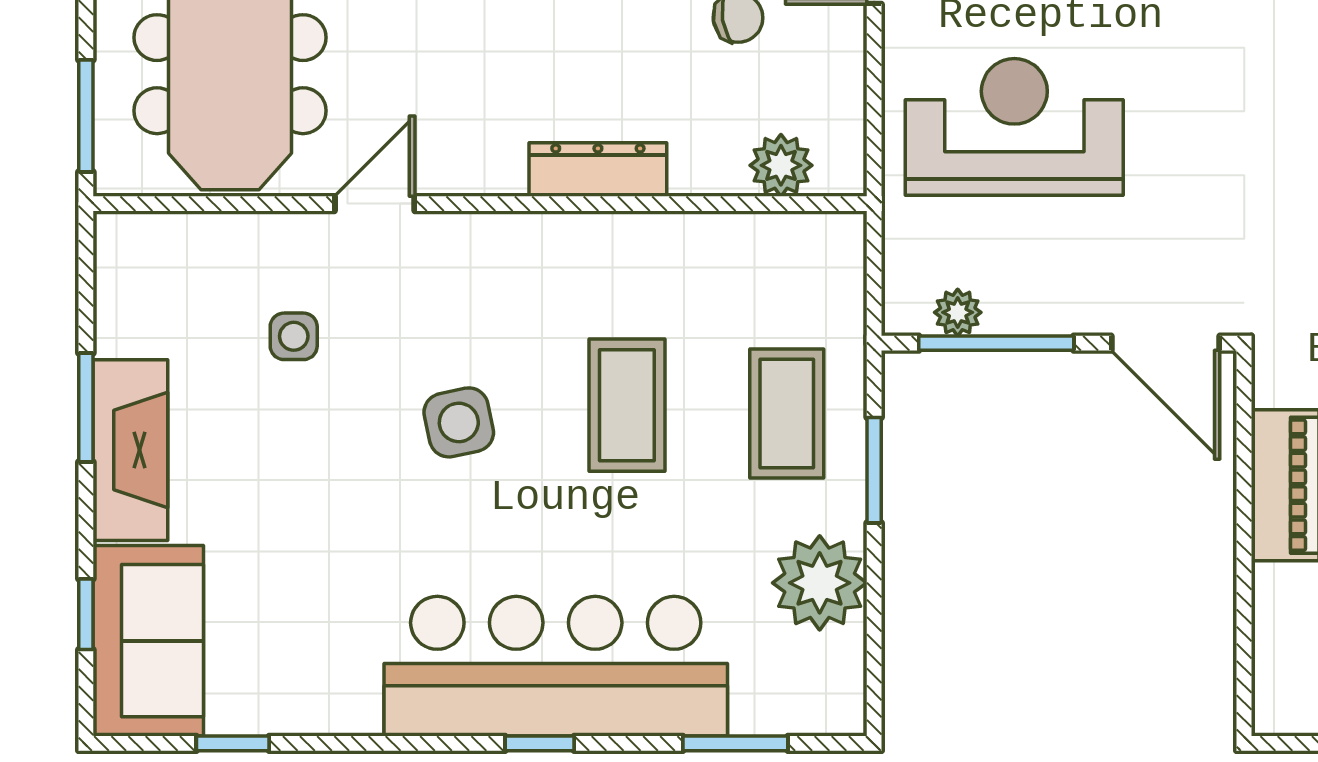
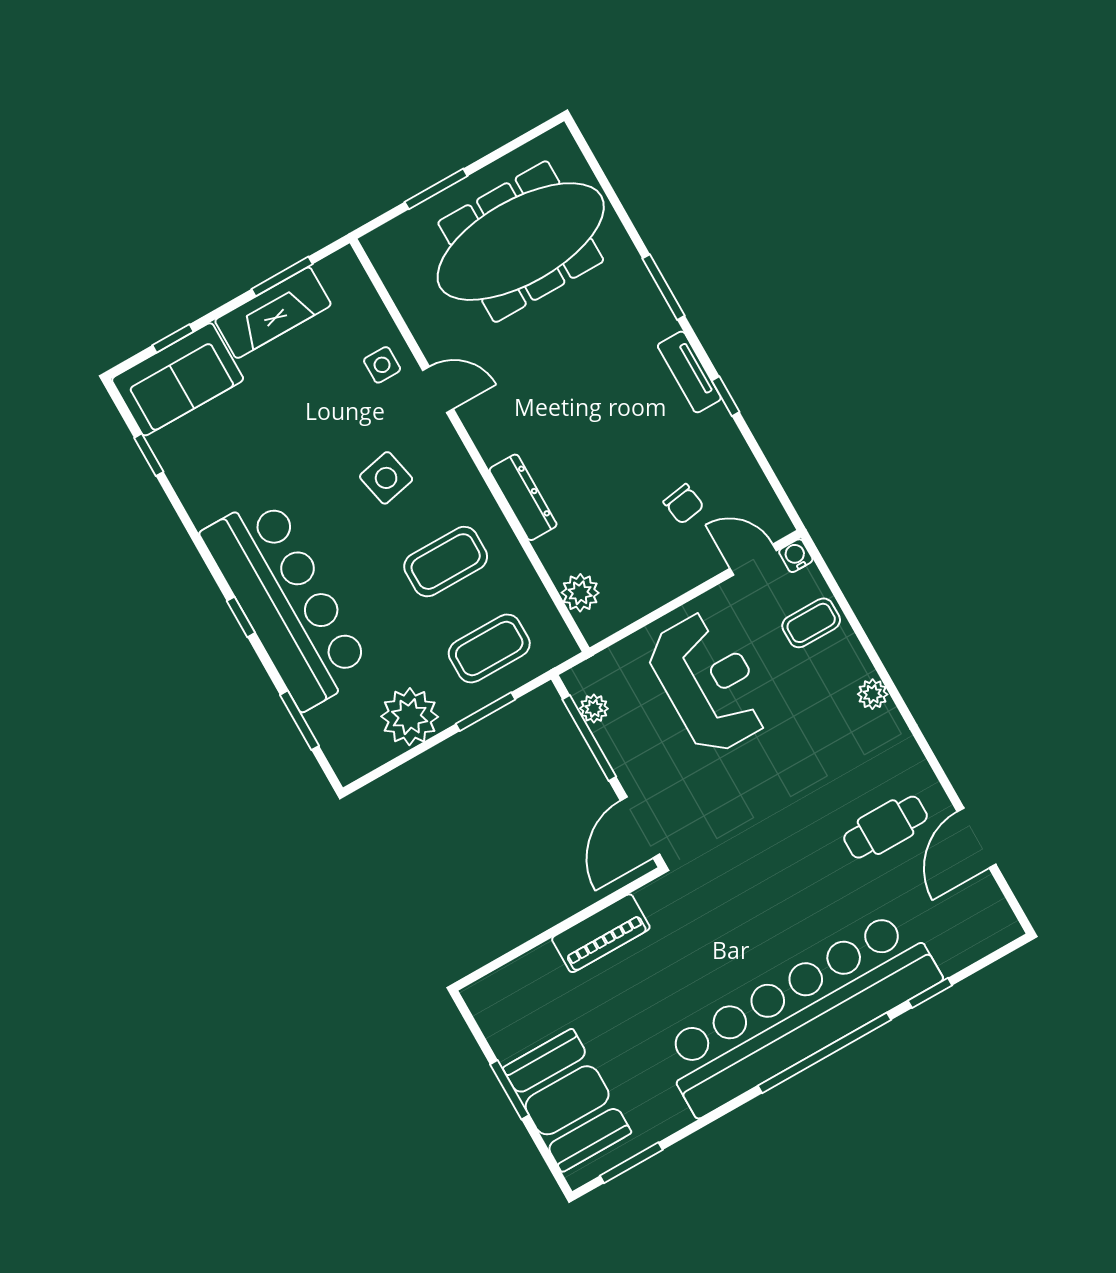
plant: (781, 165) -> (580, 593), moved
dresser: (598, 169) -> (523, 497), moved
door: (375, 204) -> (438, 390), moved
wall: (480, 204) -> (470, 445), moved

